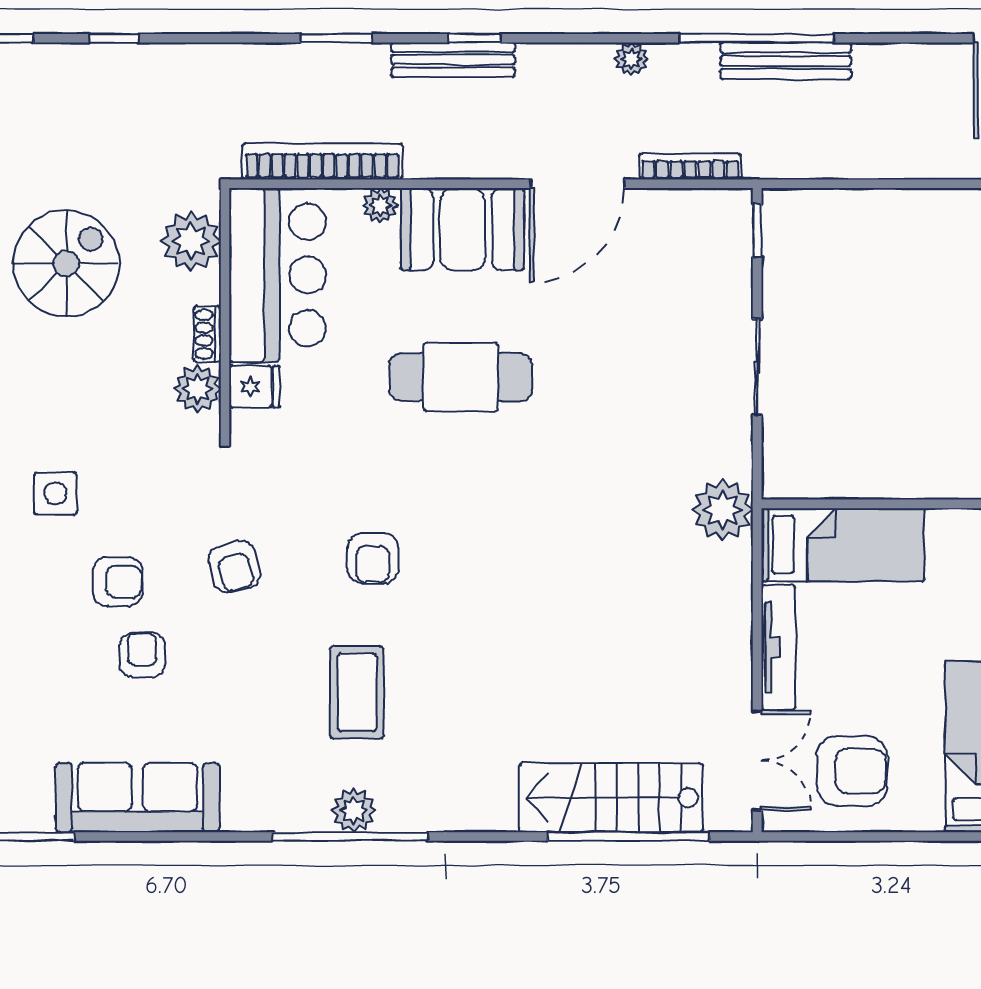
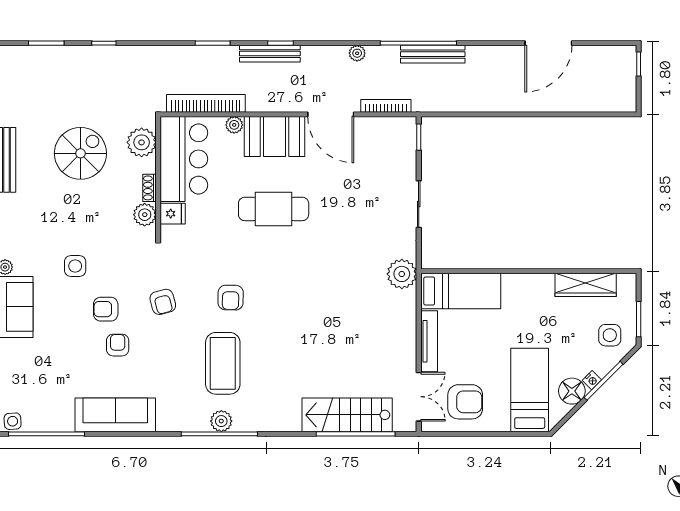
door: (577, 184) -> (331, 114), hinge flipped
armchair: (118, 582) -> (106, 309), turned 180
coffee table: (357, 692) -> (223, 363), width x1.36, depth x1.32

